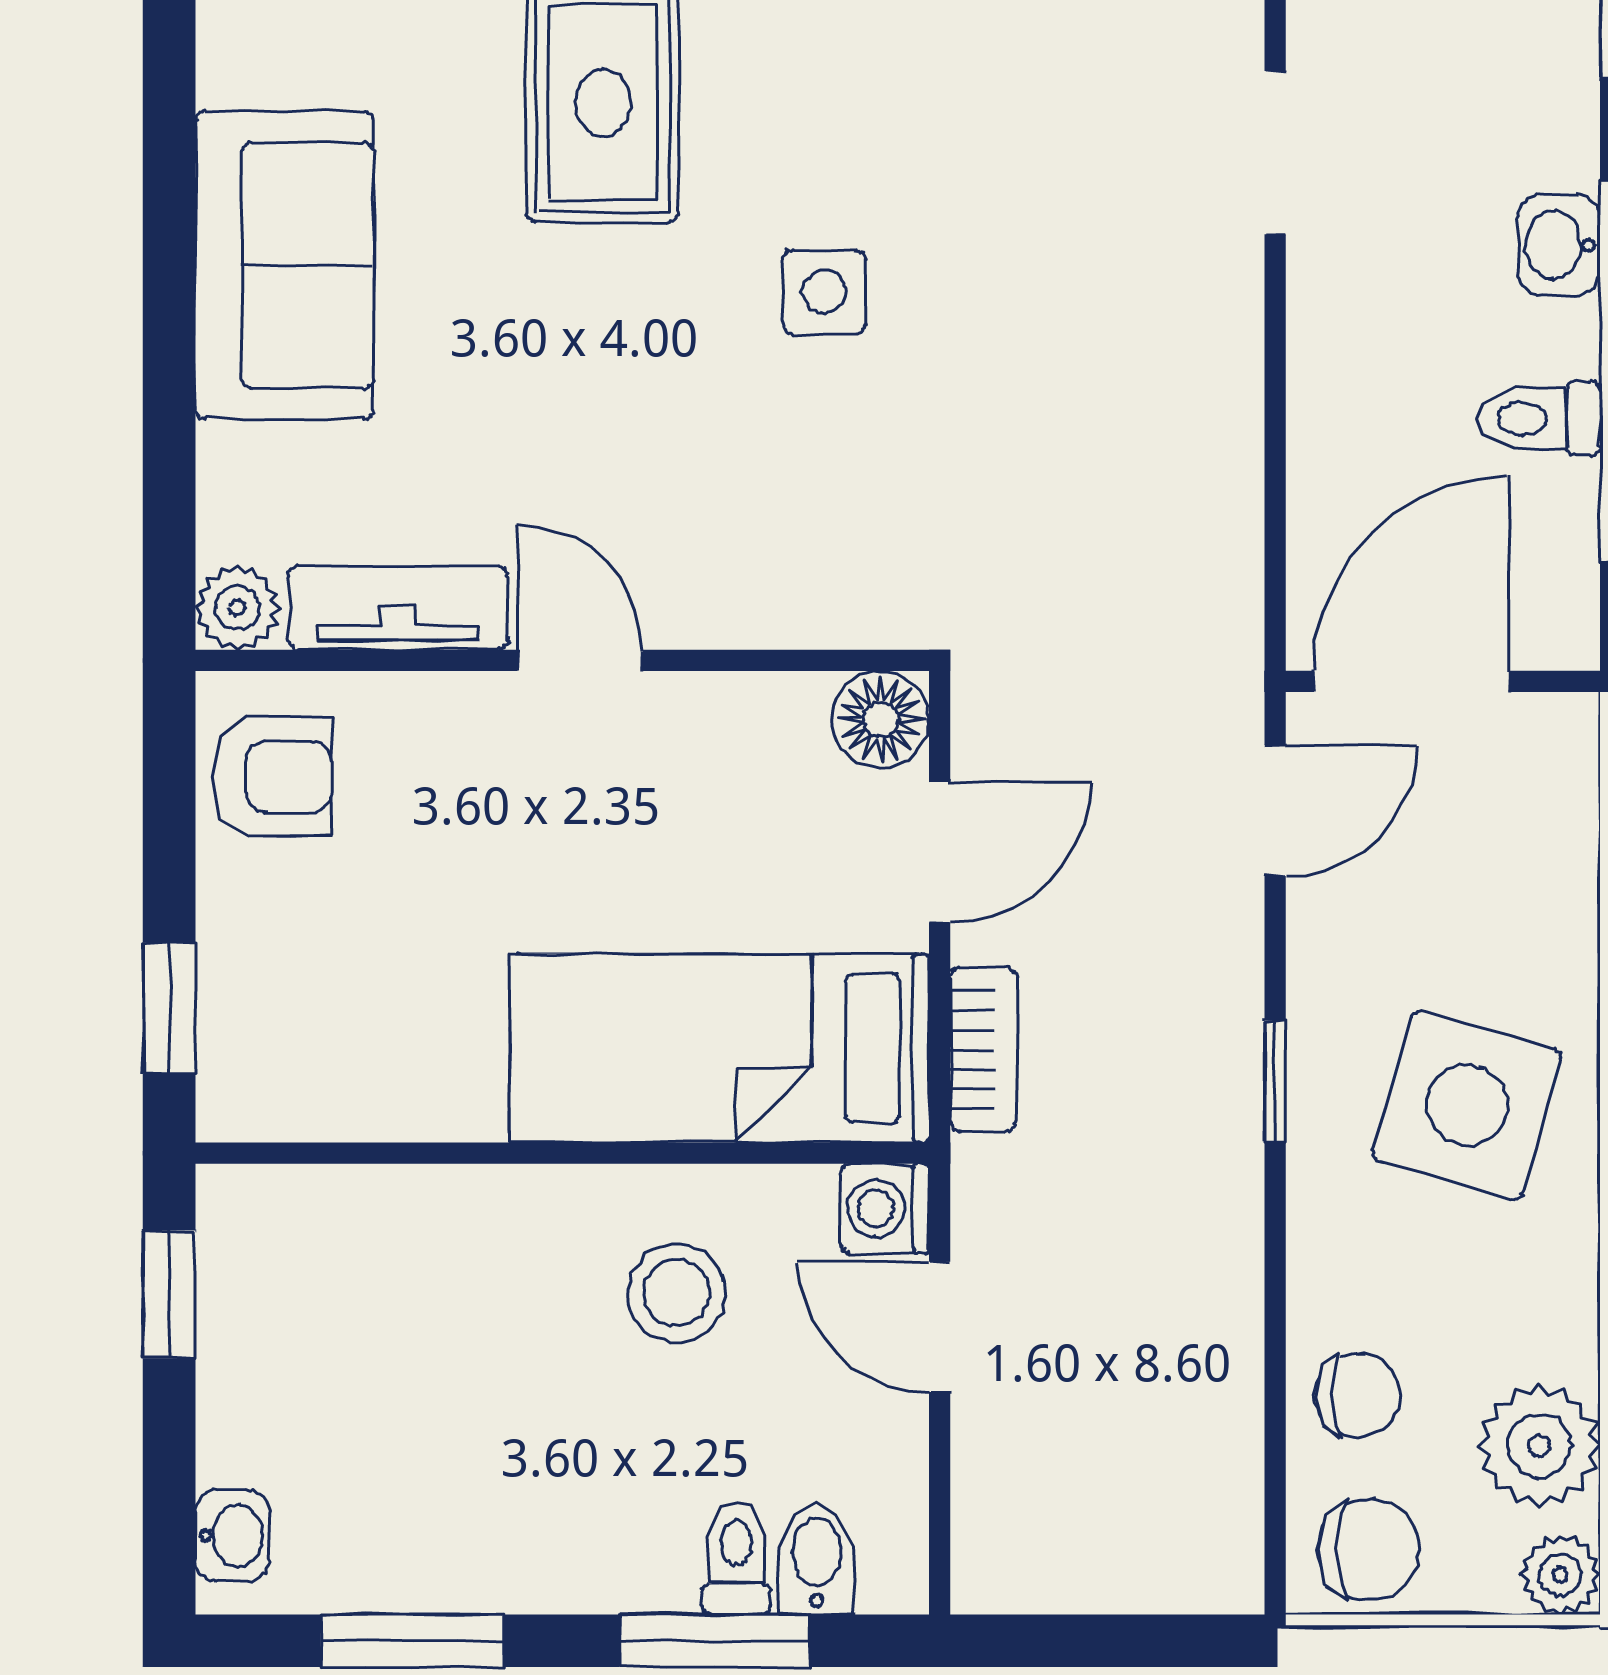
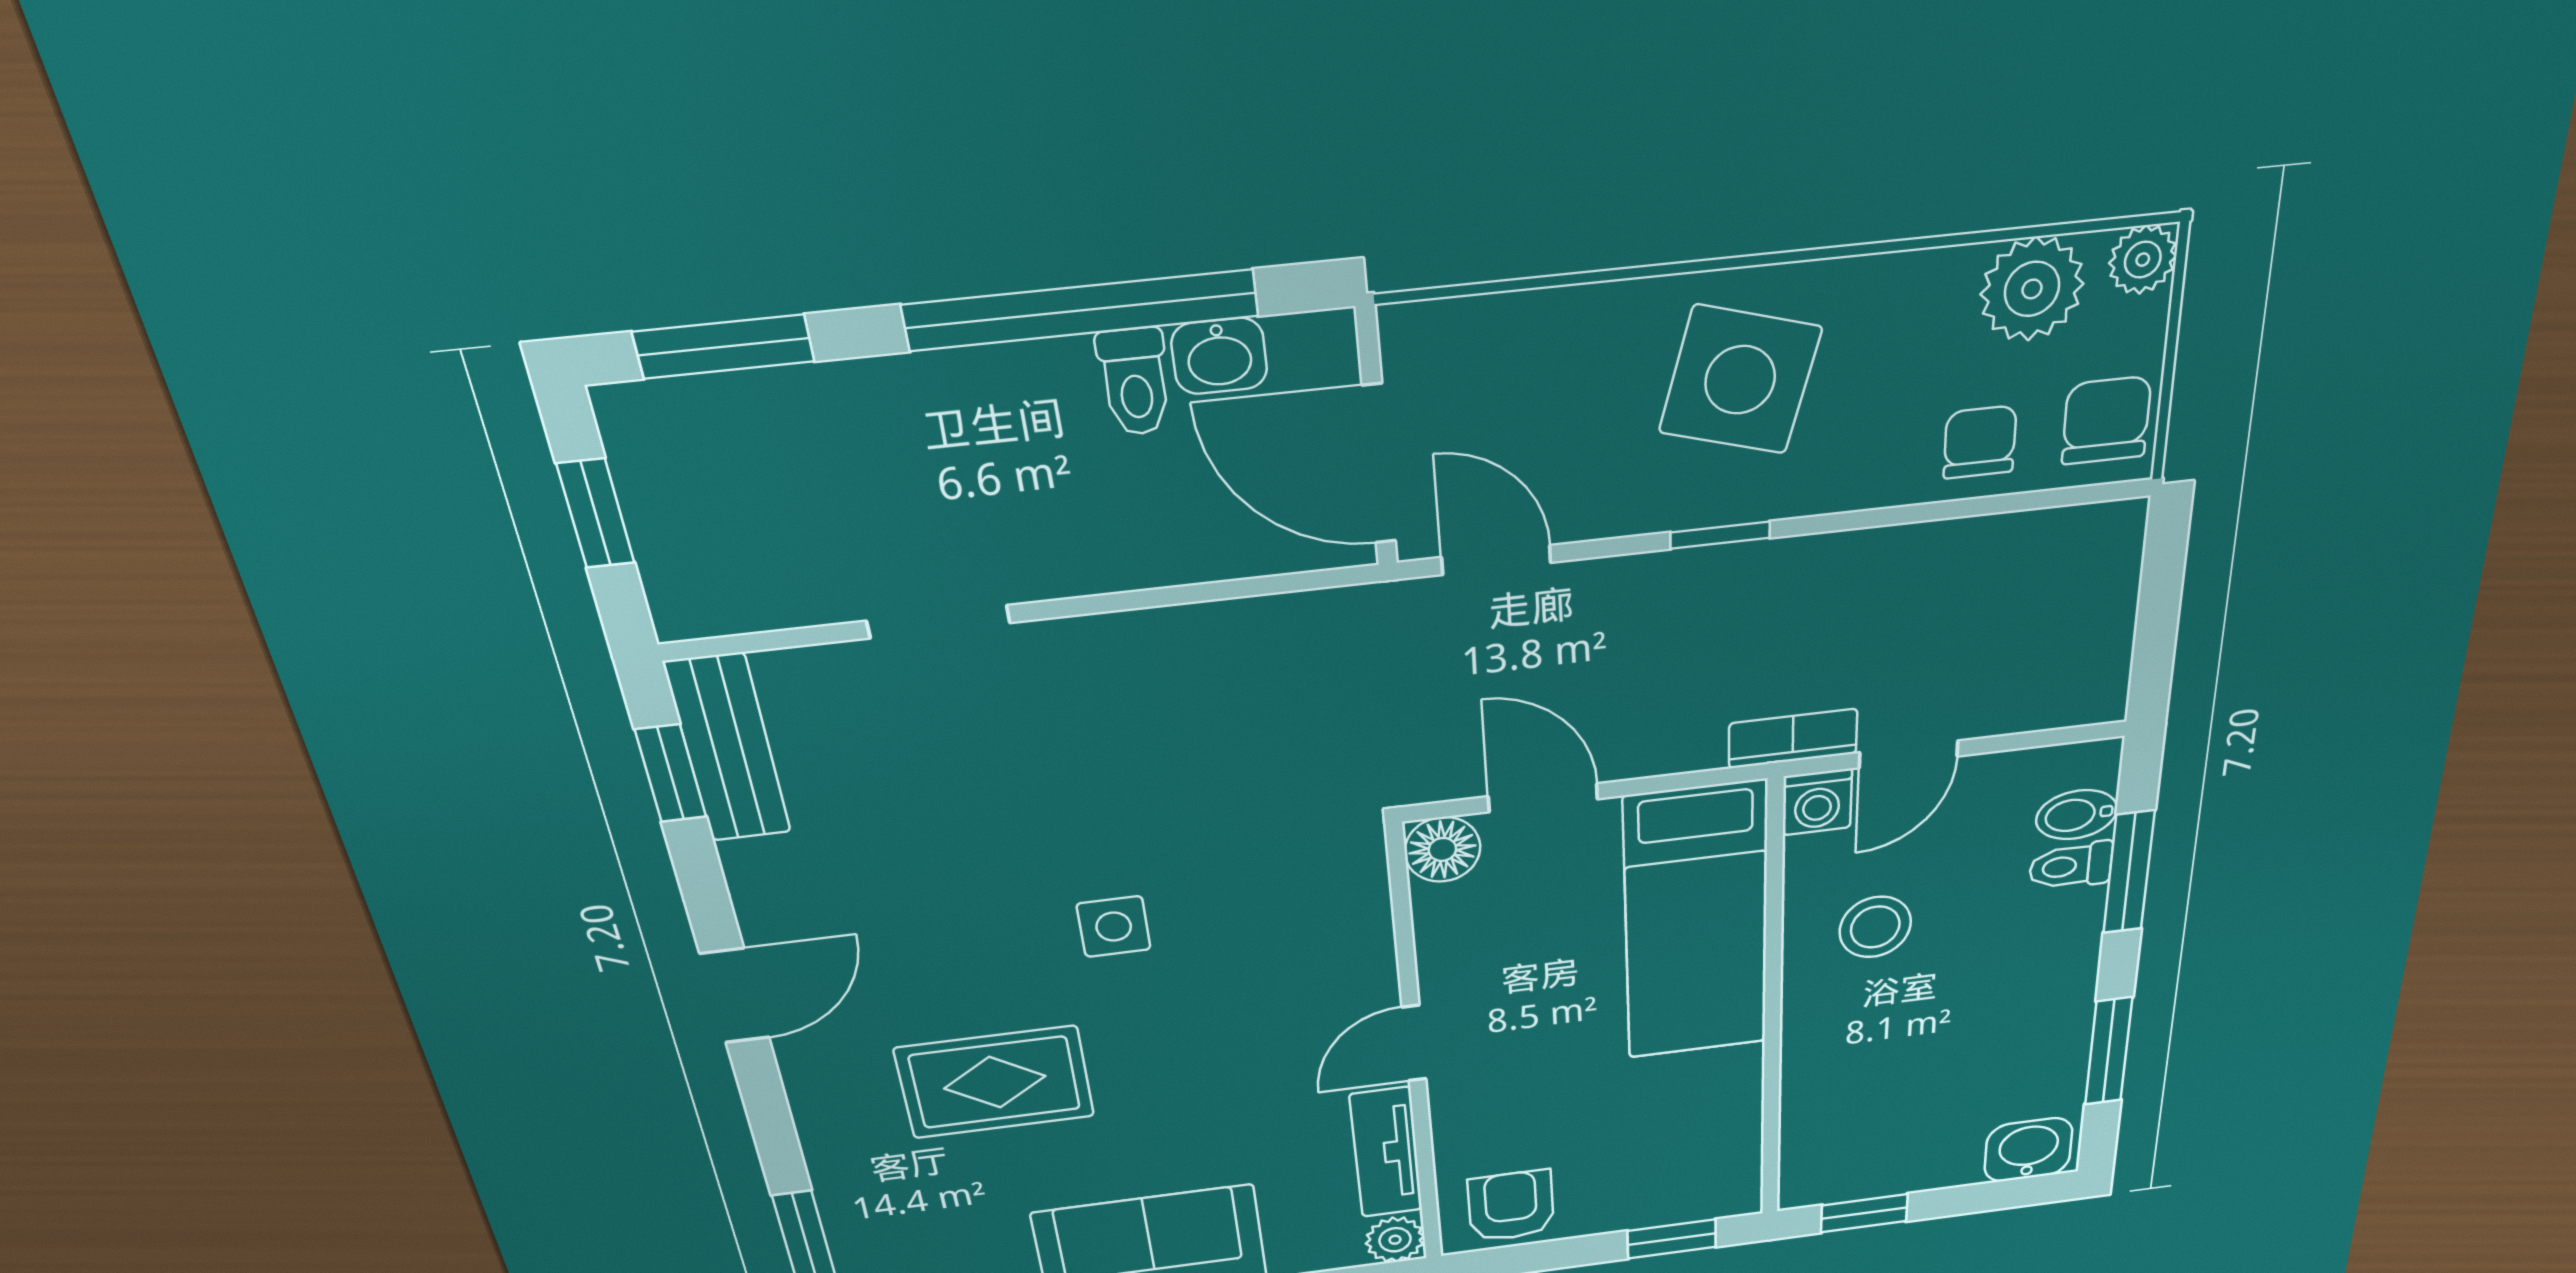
washbasin: (1559, 245) -> (1219, 356), moved
bookcase: (983, 1049) -> (1793, 739), moved
washbasin: (232, 1536) -> (2028, 1150), width x1.38, depth x1.45

